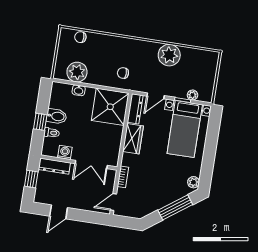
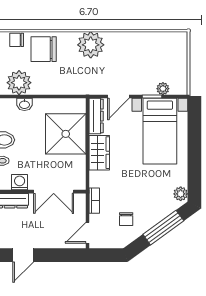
plant: (169, 55) -> (91, 45), moved
chair: (123, 73) -> (44, 49), moved, width x1.87, depth x1.87
shower: (110, 107) -> (66, 134), moved
chair: (146, 196) -> (126, 219), added

